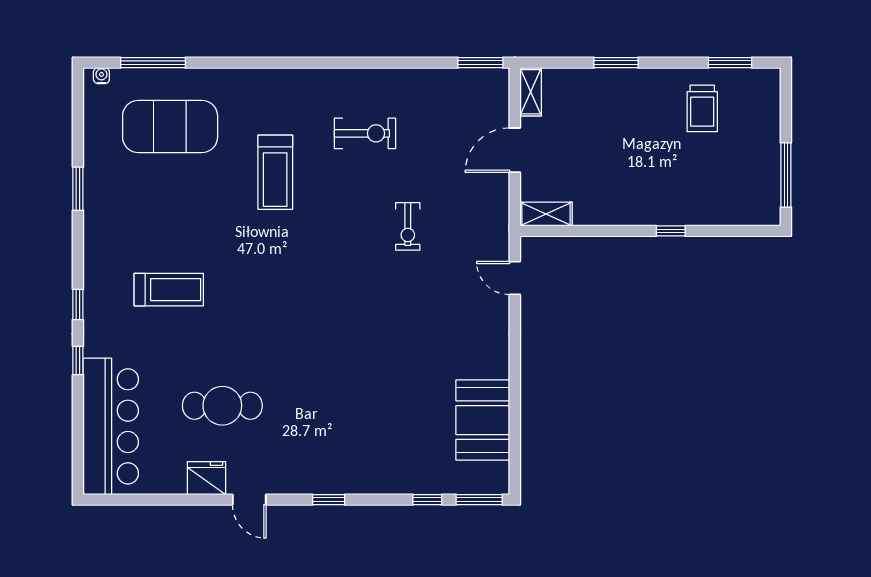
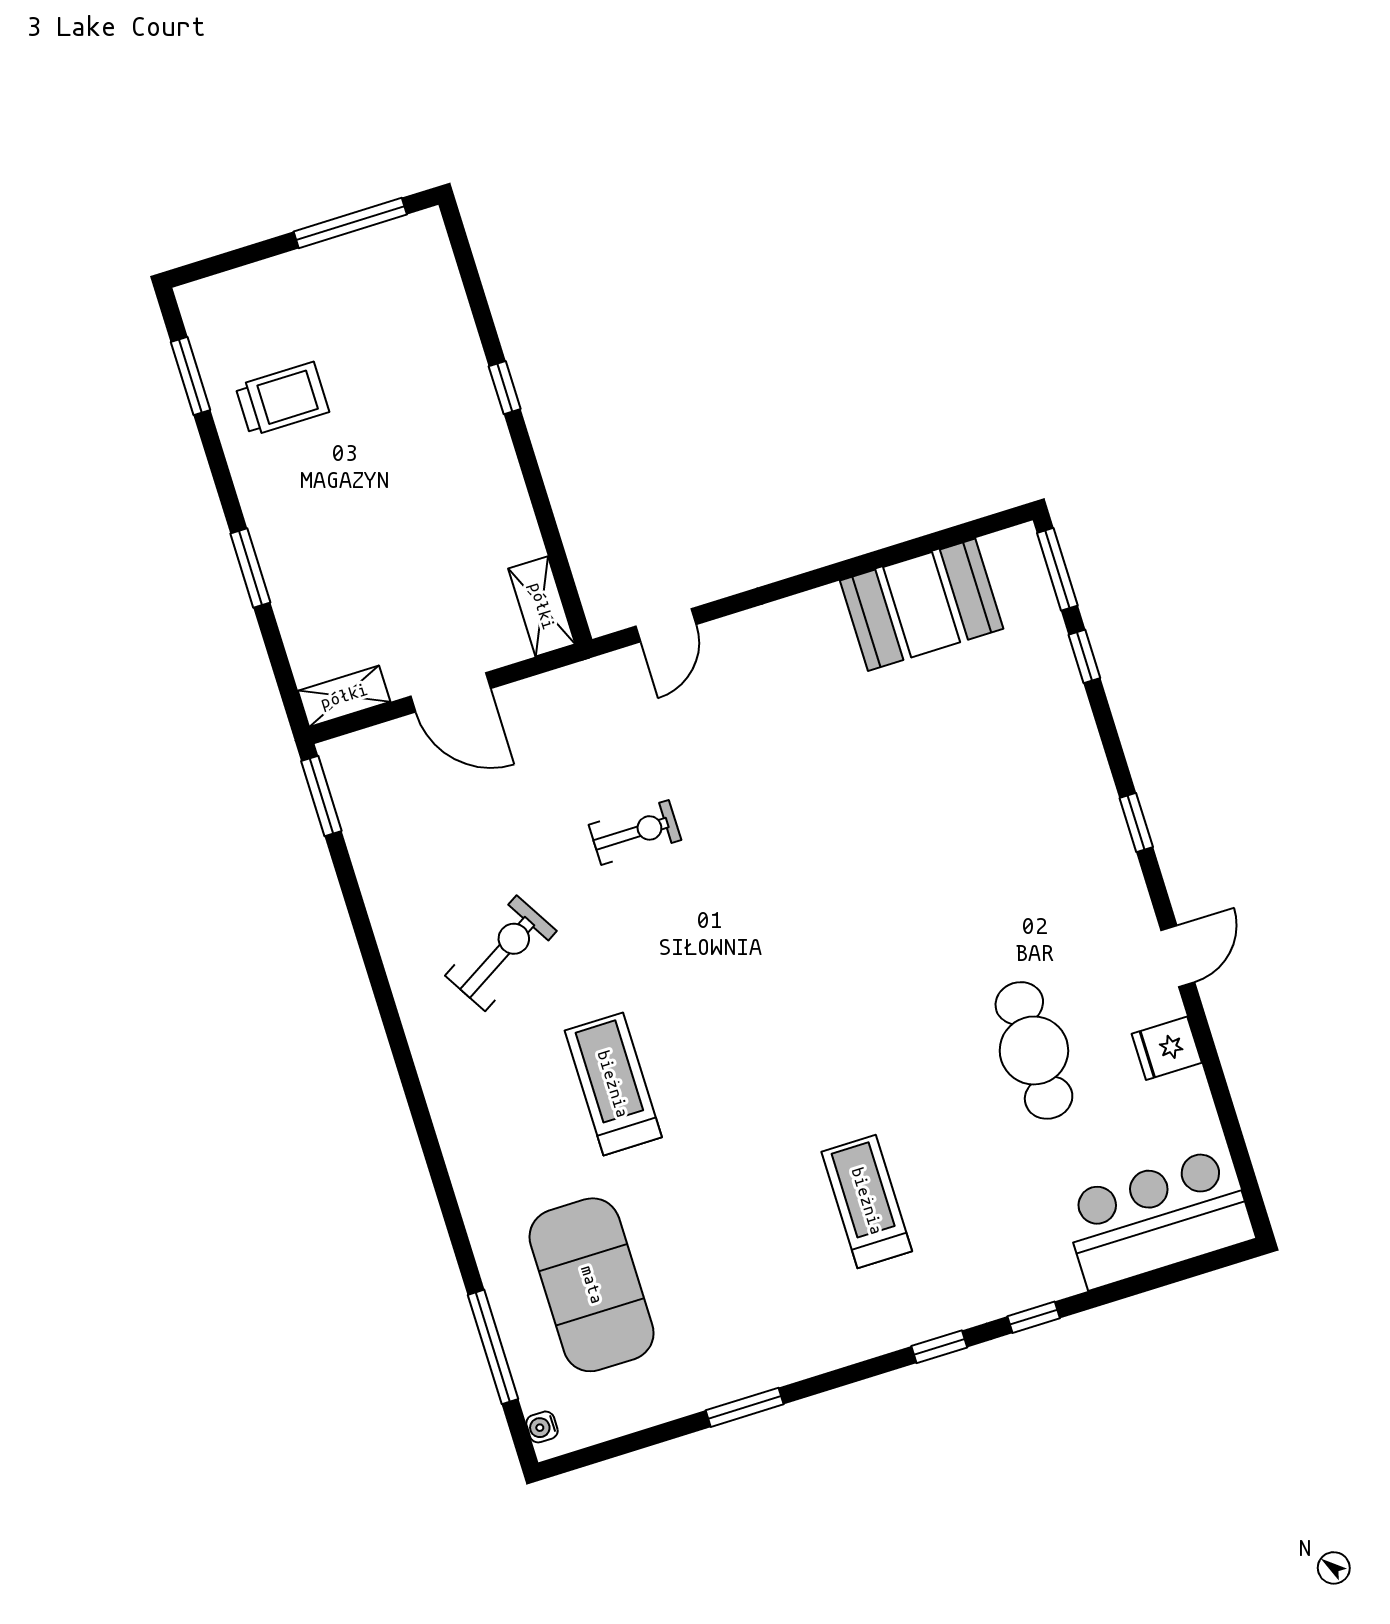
exercise bike: (365, 133) -> (501, 953), turned 59
treadmill: (275, 172) -> (613, 1084), turned -90
bar counter: (111, 426) -> (1158, 1218), width x0.73
fridge: (206, 478) -> (1167, 1048), width x0.72

